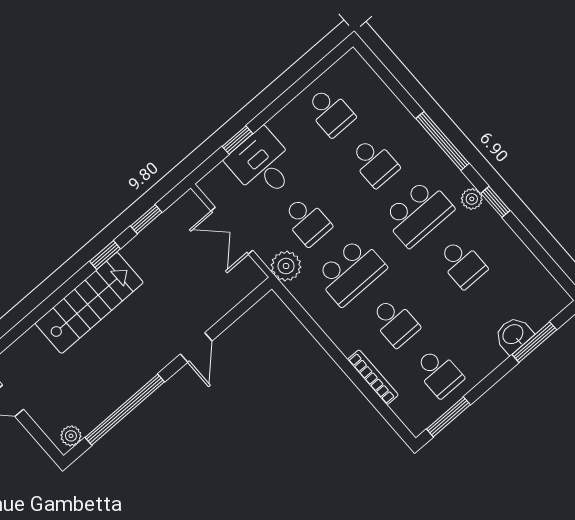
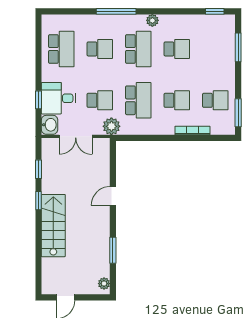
school desk: (330, 112) -> (61, 49), width x1.85
window: (495, 202) -> (215, 11), moved
washbasin: (513, 335) -> (50, 125), moved, turned 180
door: (196, 347) -> (113, 196), swing flipped
window: (125, 410) -> (113, 250), width x0.47

